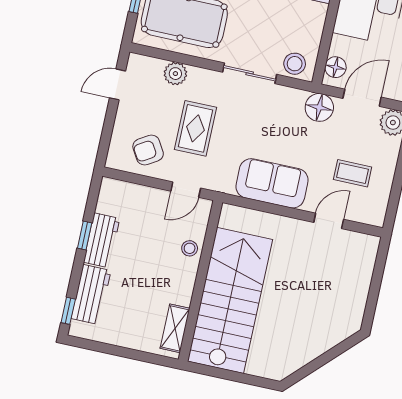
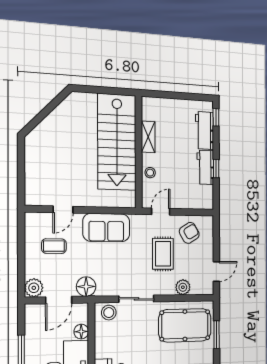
floor lamp: (335, 67) -> (81, 332), moved
shelving: (175, 328) -> (148, 137), moved

